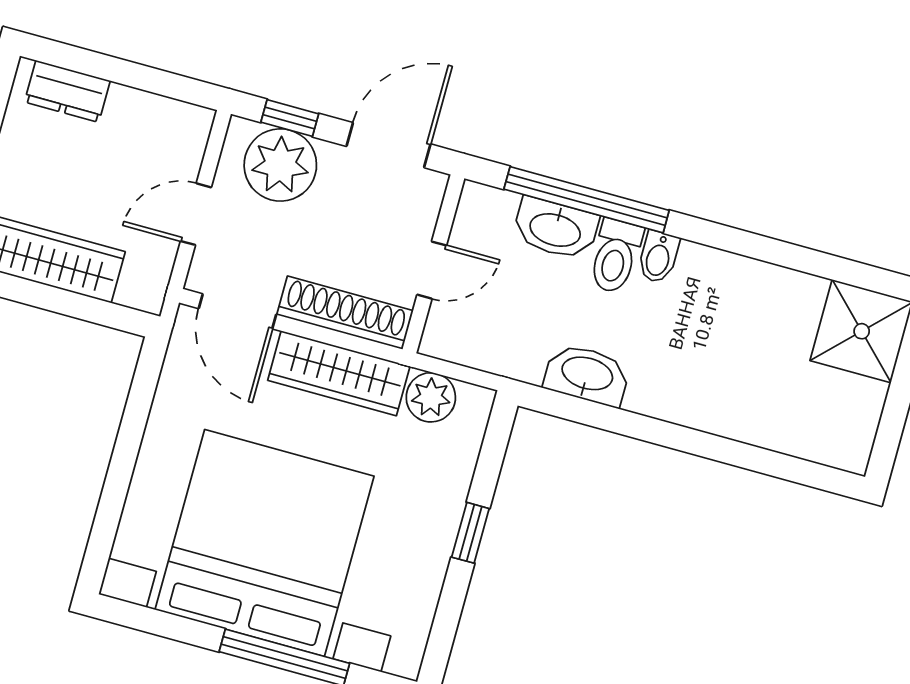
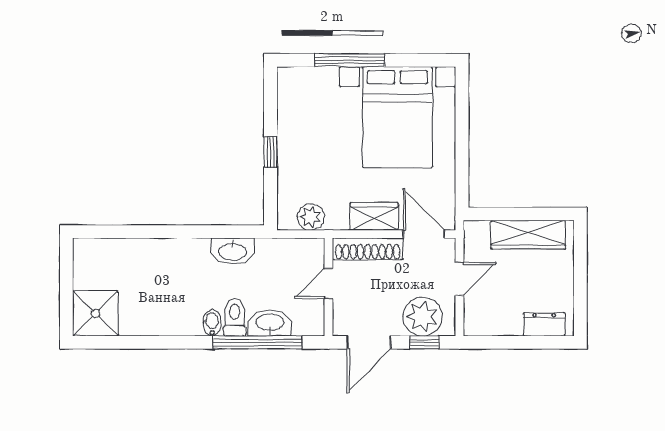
wardrobe: (339, 373) -> (374, 216), width x0.67
bed with nightstands: (265, 543) -> (397, 117), width x0.73

